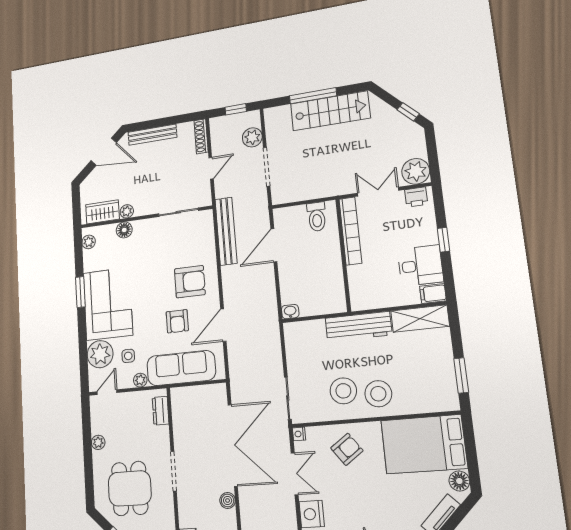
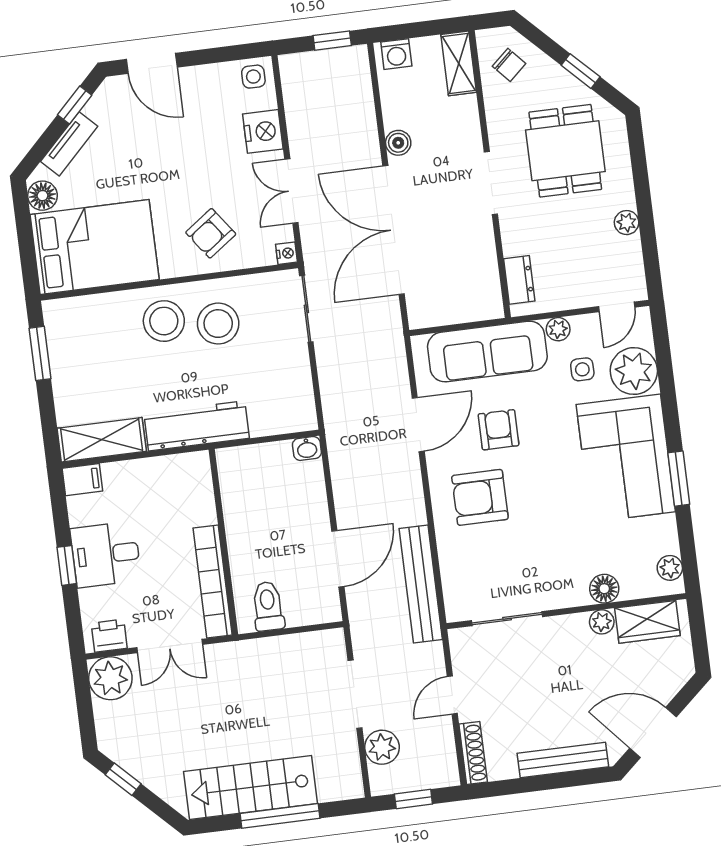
desk: (420, 266) -> (106, 554), moved

